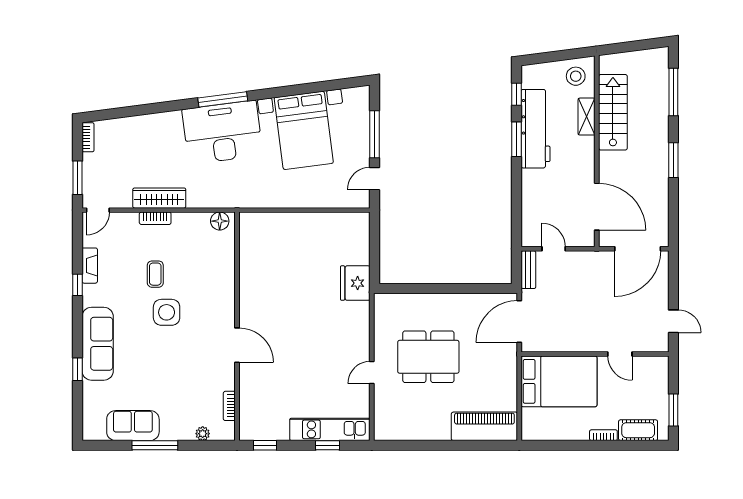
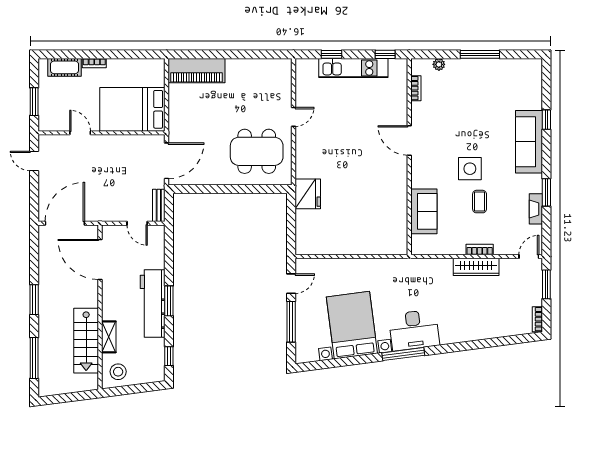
window: (223, 99) -> (403, 354), moved
workbench: (536, 129) -> (153, 304), moved
desk: (222, 132) -> (414, 330), width x0.73, depth x0.77
window: (517, 139) -> (169, 301), moved
floor lamp: (220, 221) -> (424, 247), removed
window: (78, 285) -> (546, 192), width x1.50
dining table: (428, 357) -> (257, 151), moved
window: (673, 410) -> (34, 102), moved
sofa: (133, 426) -> (424, 211), moved, turned -90
kitchen unit: (330, 429) -> (353, 68), moved

